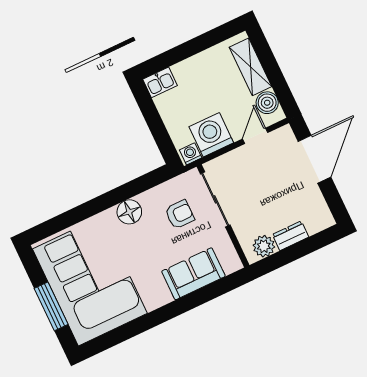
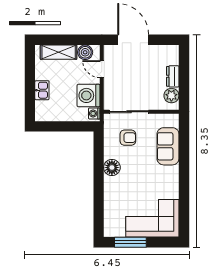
kitchen sink: (160, 82) -> (42, 90), moved
armchair: (180, 214) -> (128, 138), turned 90
corner sofa: (90, 281) -> (152, 218), width x0.73, depth x0.74
window: (51, 306) -> (130, 242), moved

